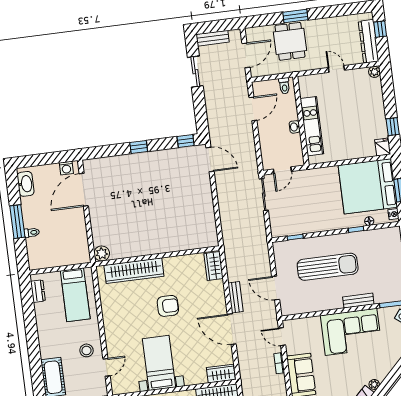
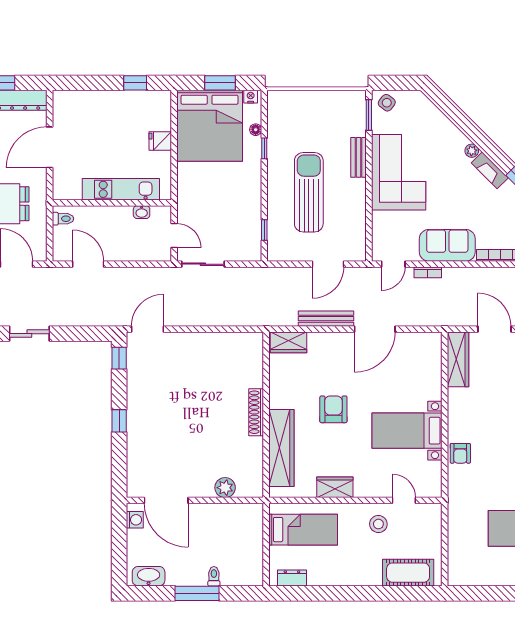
door: (336, 69) -> (50, 147), width x1.87
plant: (374, 72) -> (60, 98), removed
washbasin: (295, 127) -> (142, 212), moved
fridge: (383, 147) -> (160, 141), moved
shoe rack: (158, 248) -> (256, 412), added
plant: (102, 254) -> (225, 488), moved
bench: (236, 297) -> (326, 319), width x1.36
wardrobe: (221, 374) -> (335, 487), moved, turned 90

